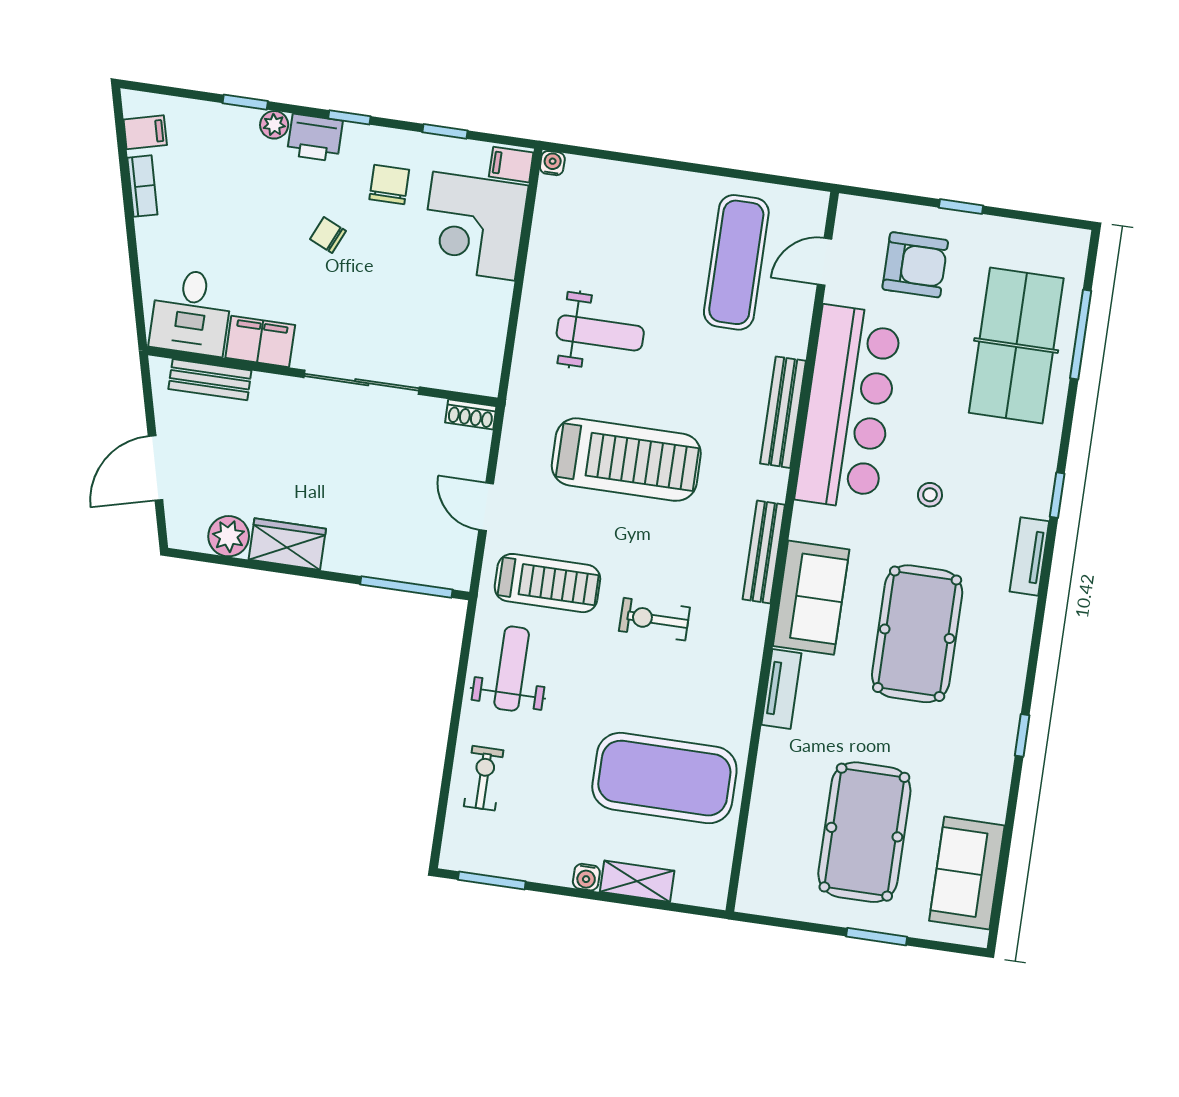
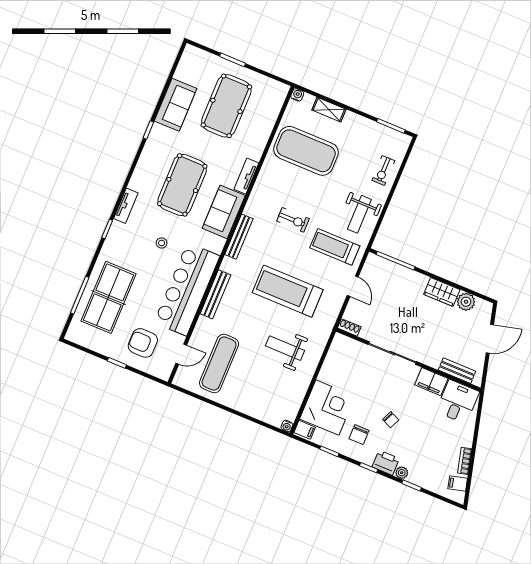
sofa: (967, 873) -> (176, 105), moved
water cooler: (586, 877) -> (297, 95), moved

